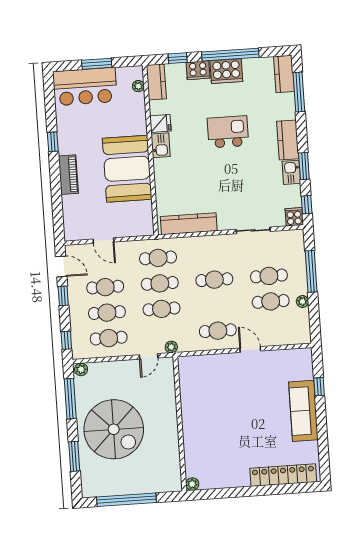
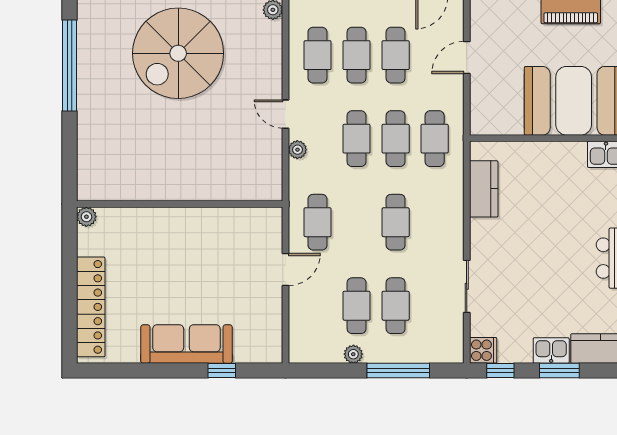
kitchen counter: (189, 224) -> (484, 189), width x0.67
wall: (180, 424) -> (180, 204), moved
plant: (192, 484) -> (86, 217), moved

